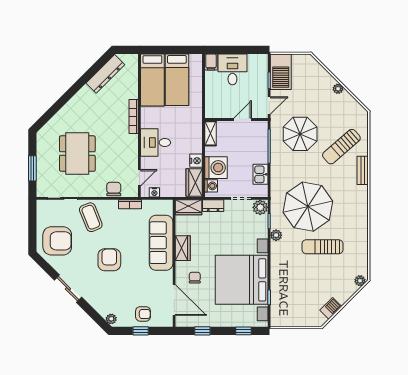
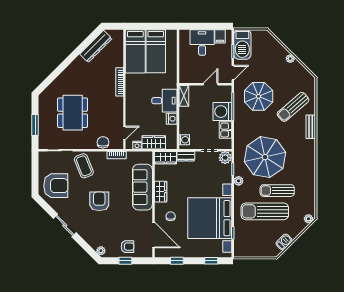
filing cabinet: (211, 62) -> (220, 36), moved
desk: (156, 143) -> (164, 101), moved, turned 180
washing machine: (216, 168) -> (222, 112), moved, turned 180
wardrobe: (194, 182) -> (154, 142), moved, turned 90
sun lounger: (307, 272) -> (265, 211), added

